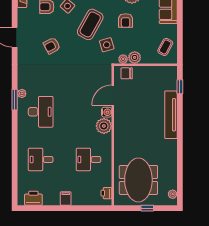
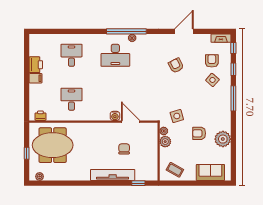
coffee table: (90, 24) -> (196, 101), removed
chair: (127, 73) -> (124, 149), moved
window: (15, 100) -> (126, 31), width x2.11
plant: (104, 126) -> (102, 113), removed
printer: (33, 198) -> (36, 65), moved

